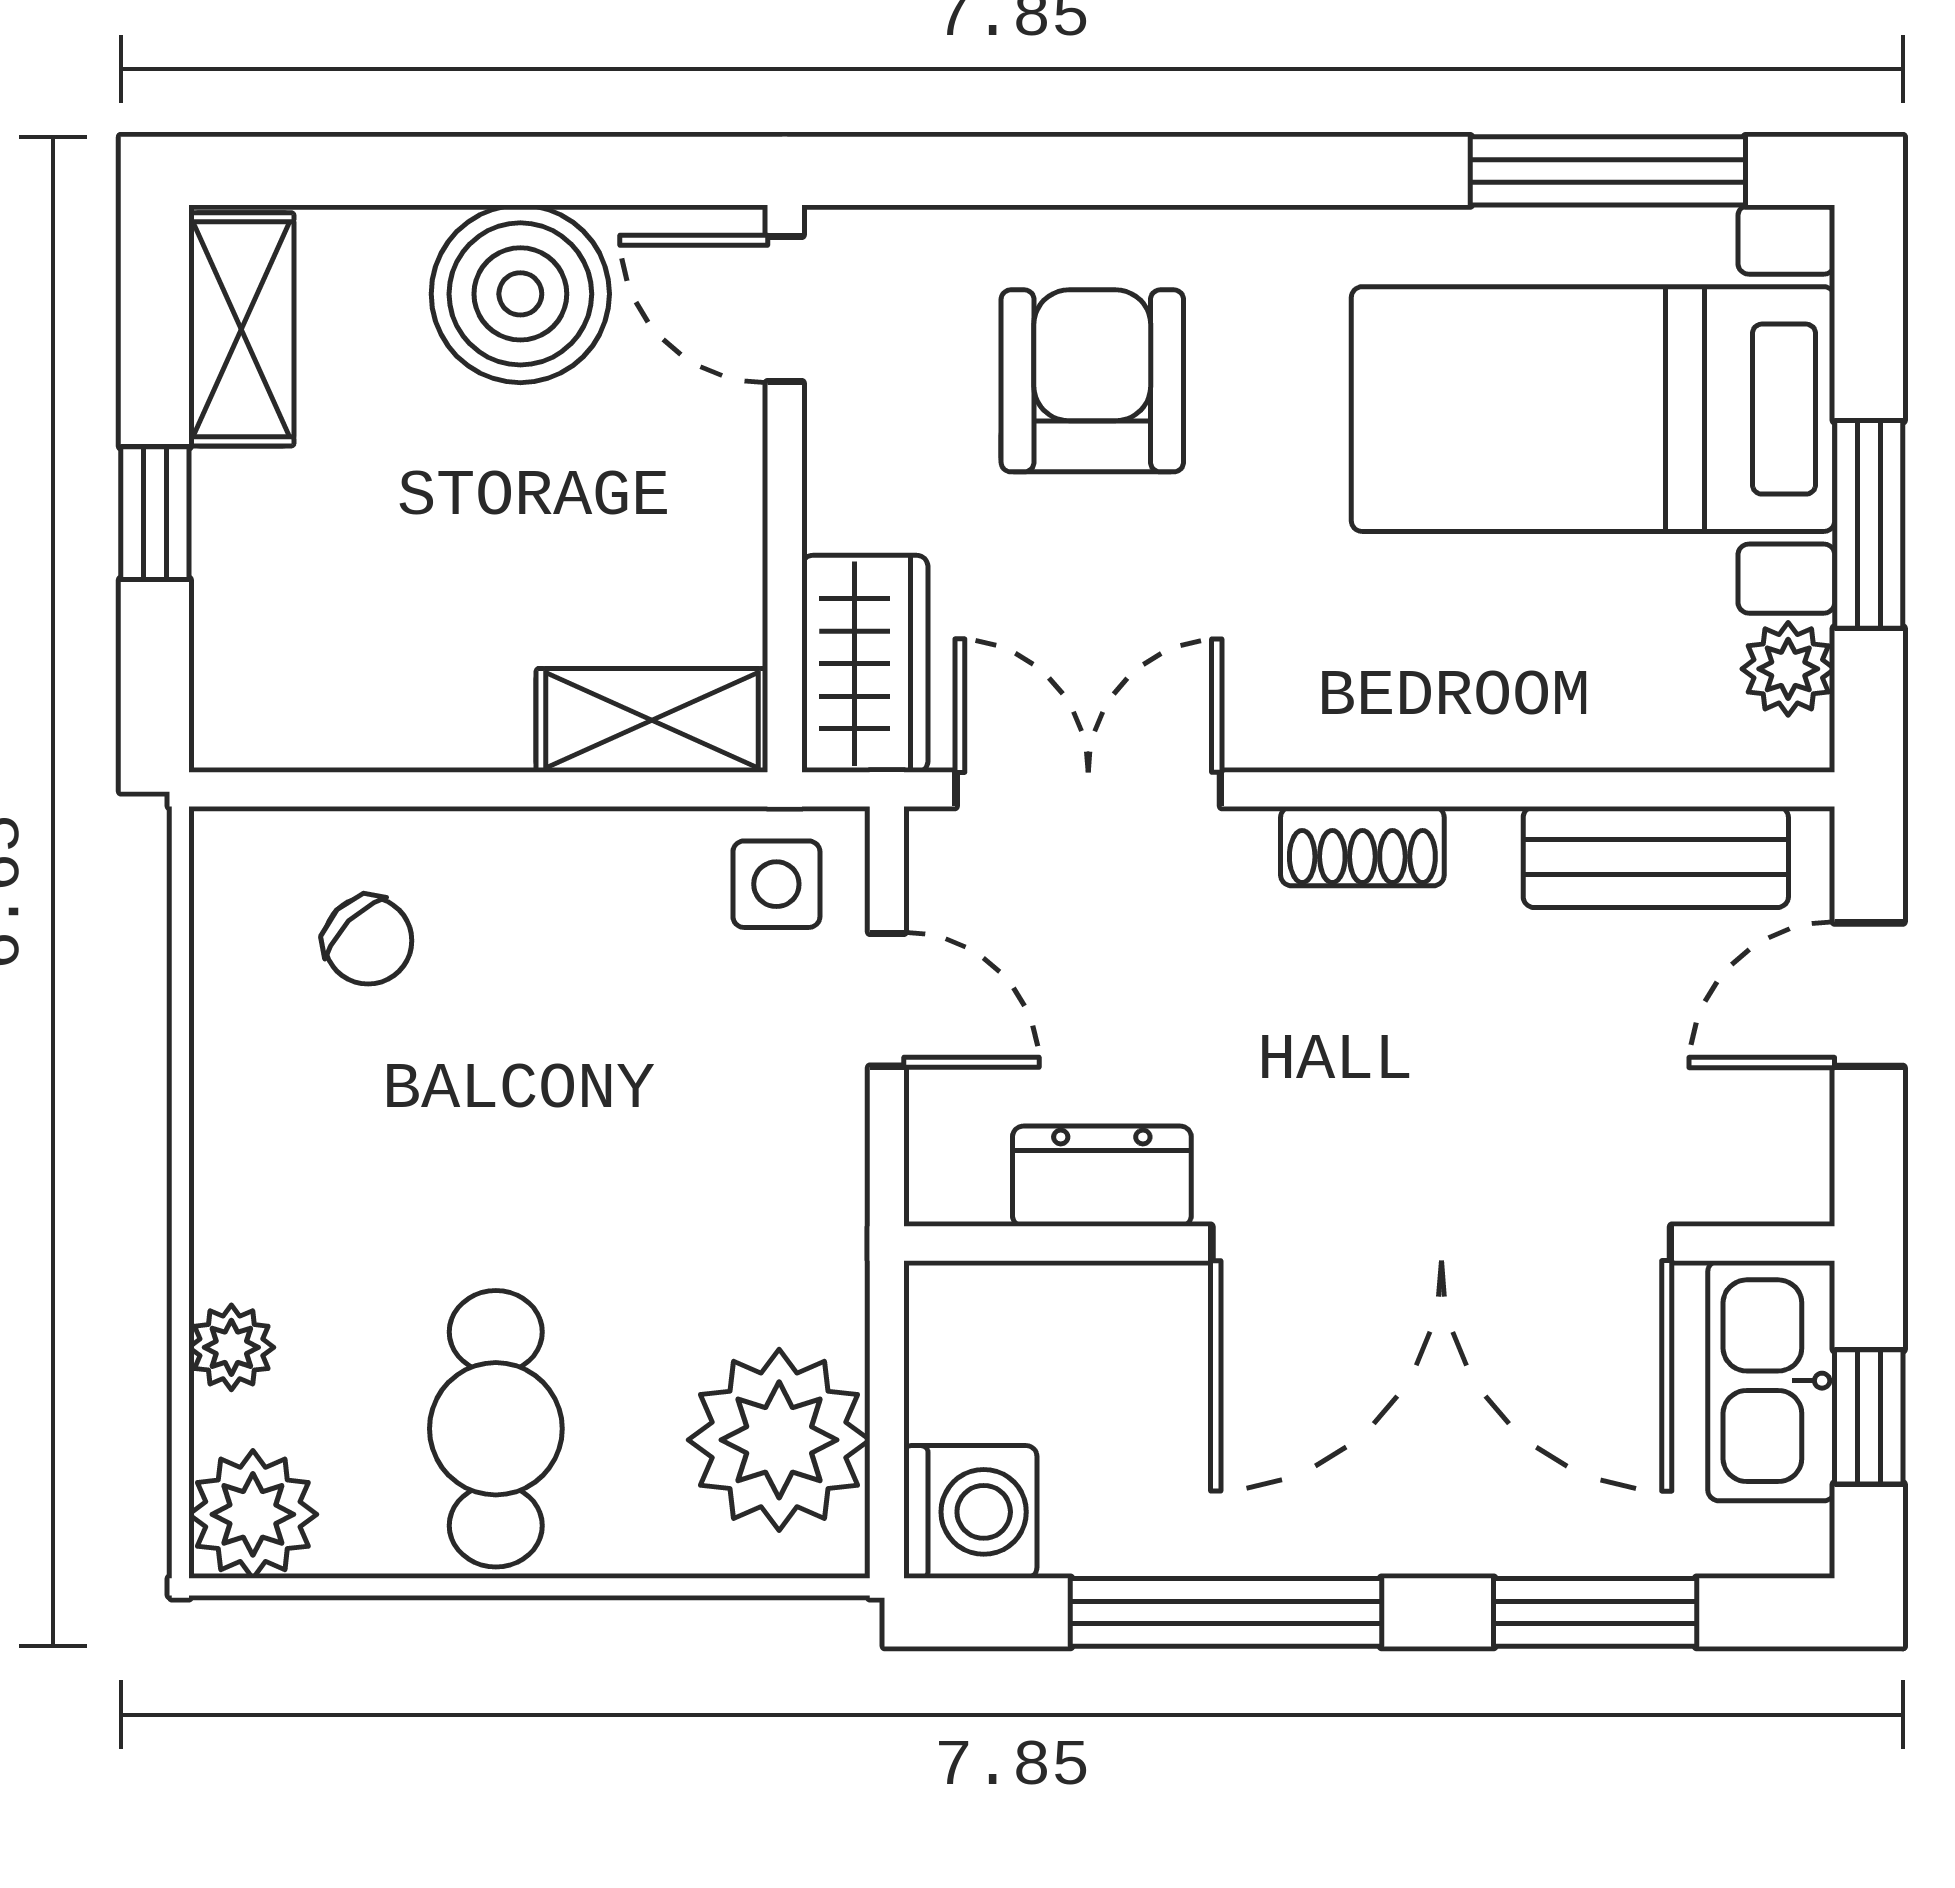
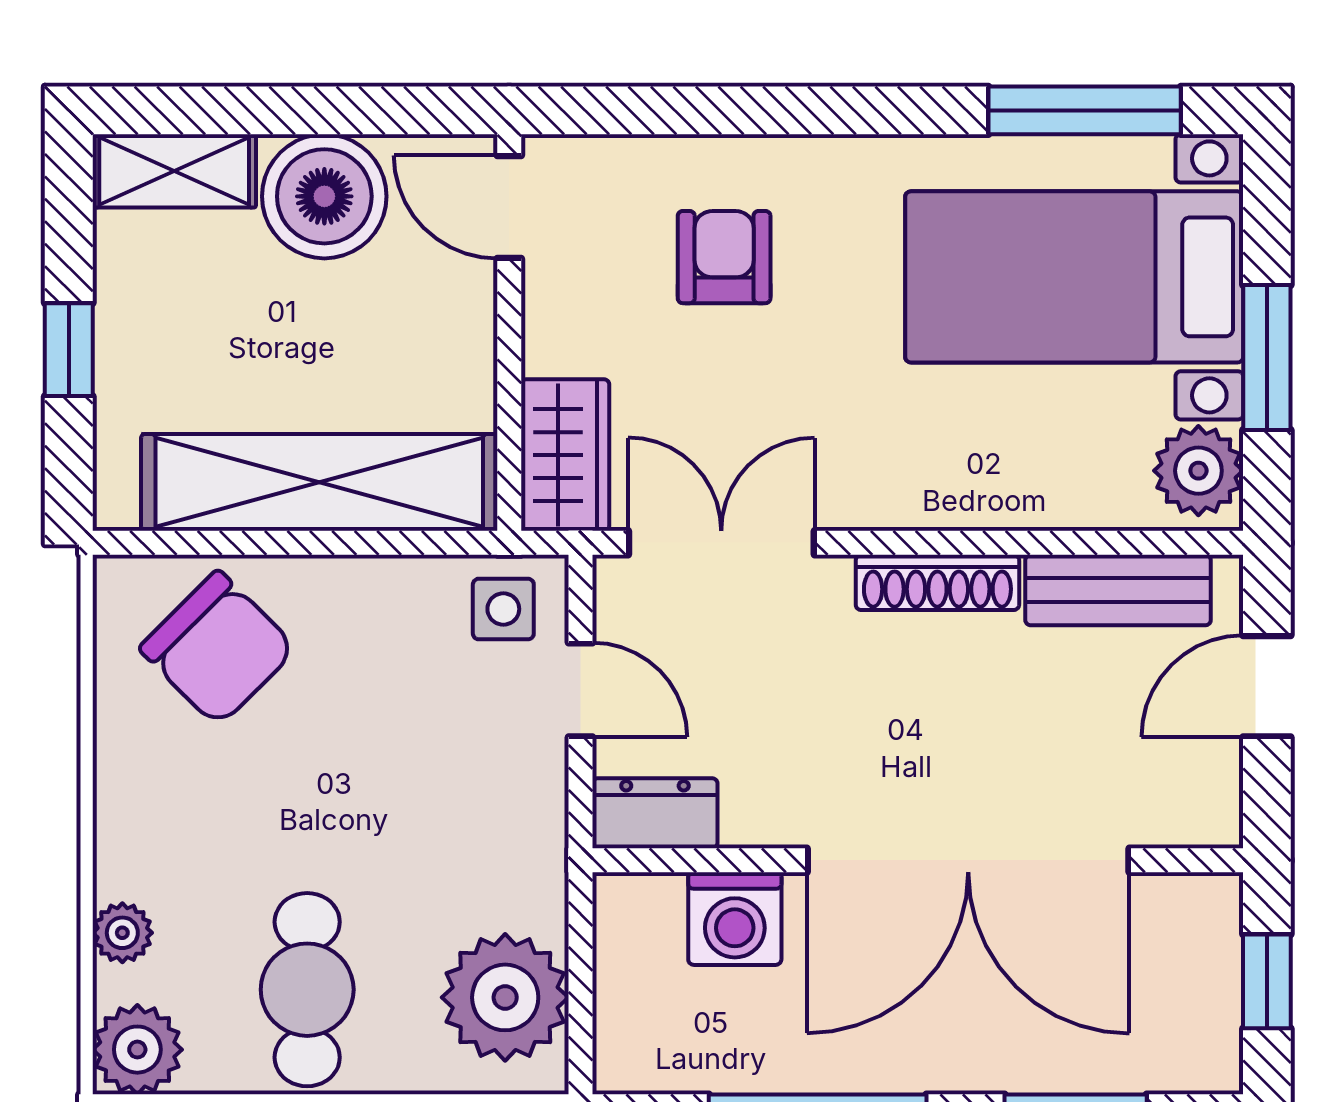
shelving: (241, 329) -> (174, 171), moved, turned 90
armchair: (1092, 381) -> (724, 257), width x0.72, depth x0.72
plant: (1788, 669) -> (1198, 471), width x1.38, depth x1.38
shelving: (652, 720) -> (319, 482), width x2.20, depth x1.33
shoe rack: (1362, 846) -> (937, 582), width x1.43
chair: (368, 941) -> (218, 648), width x1.87, depth x1.87
dresser: (1102, 1176) -> (655, 813), moved
kitchen sink: (1771, 1381) -> (1199, 956), removed
washing machine: (970, 1512) -> (735, 919), moved, turned 90

